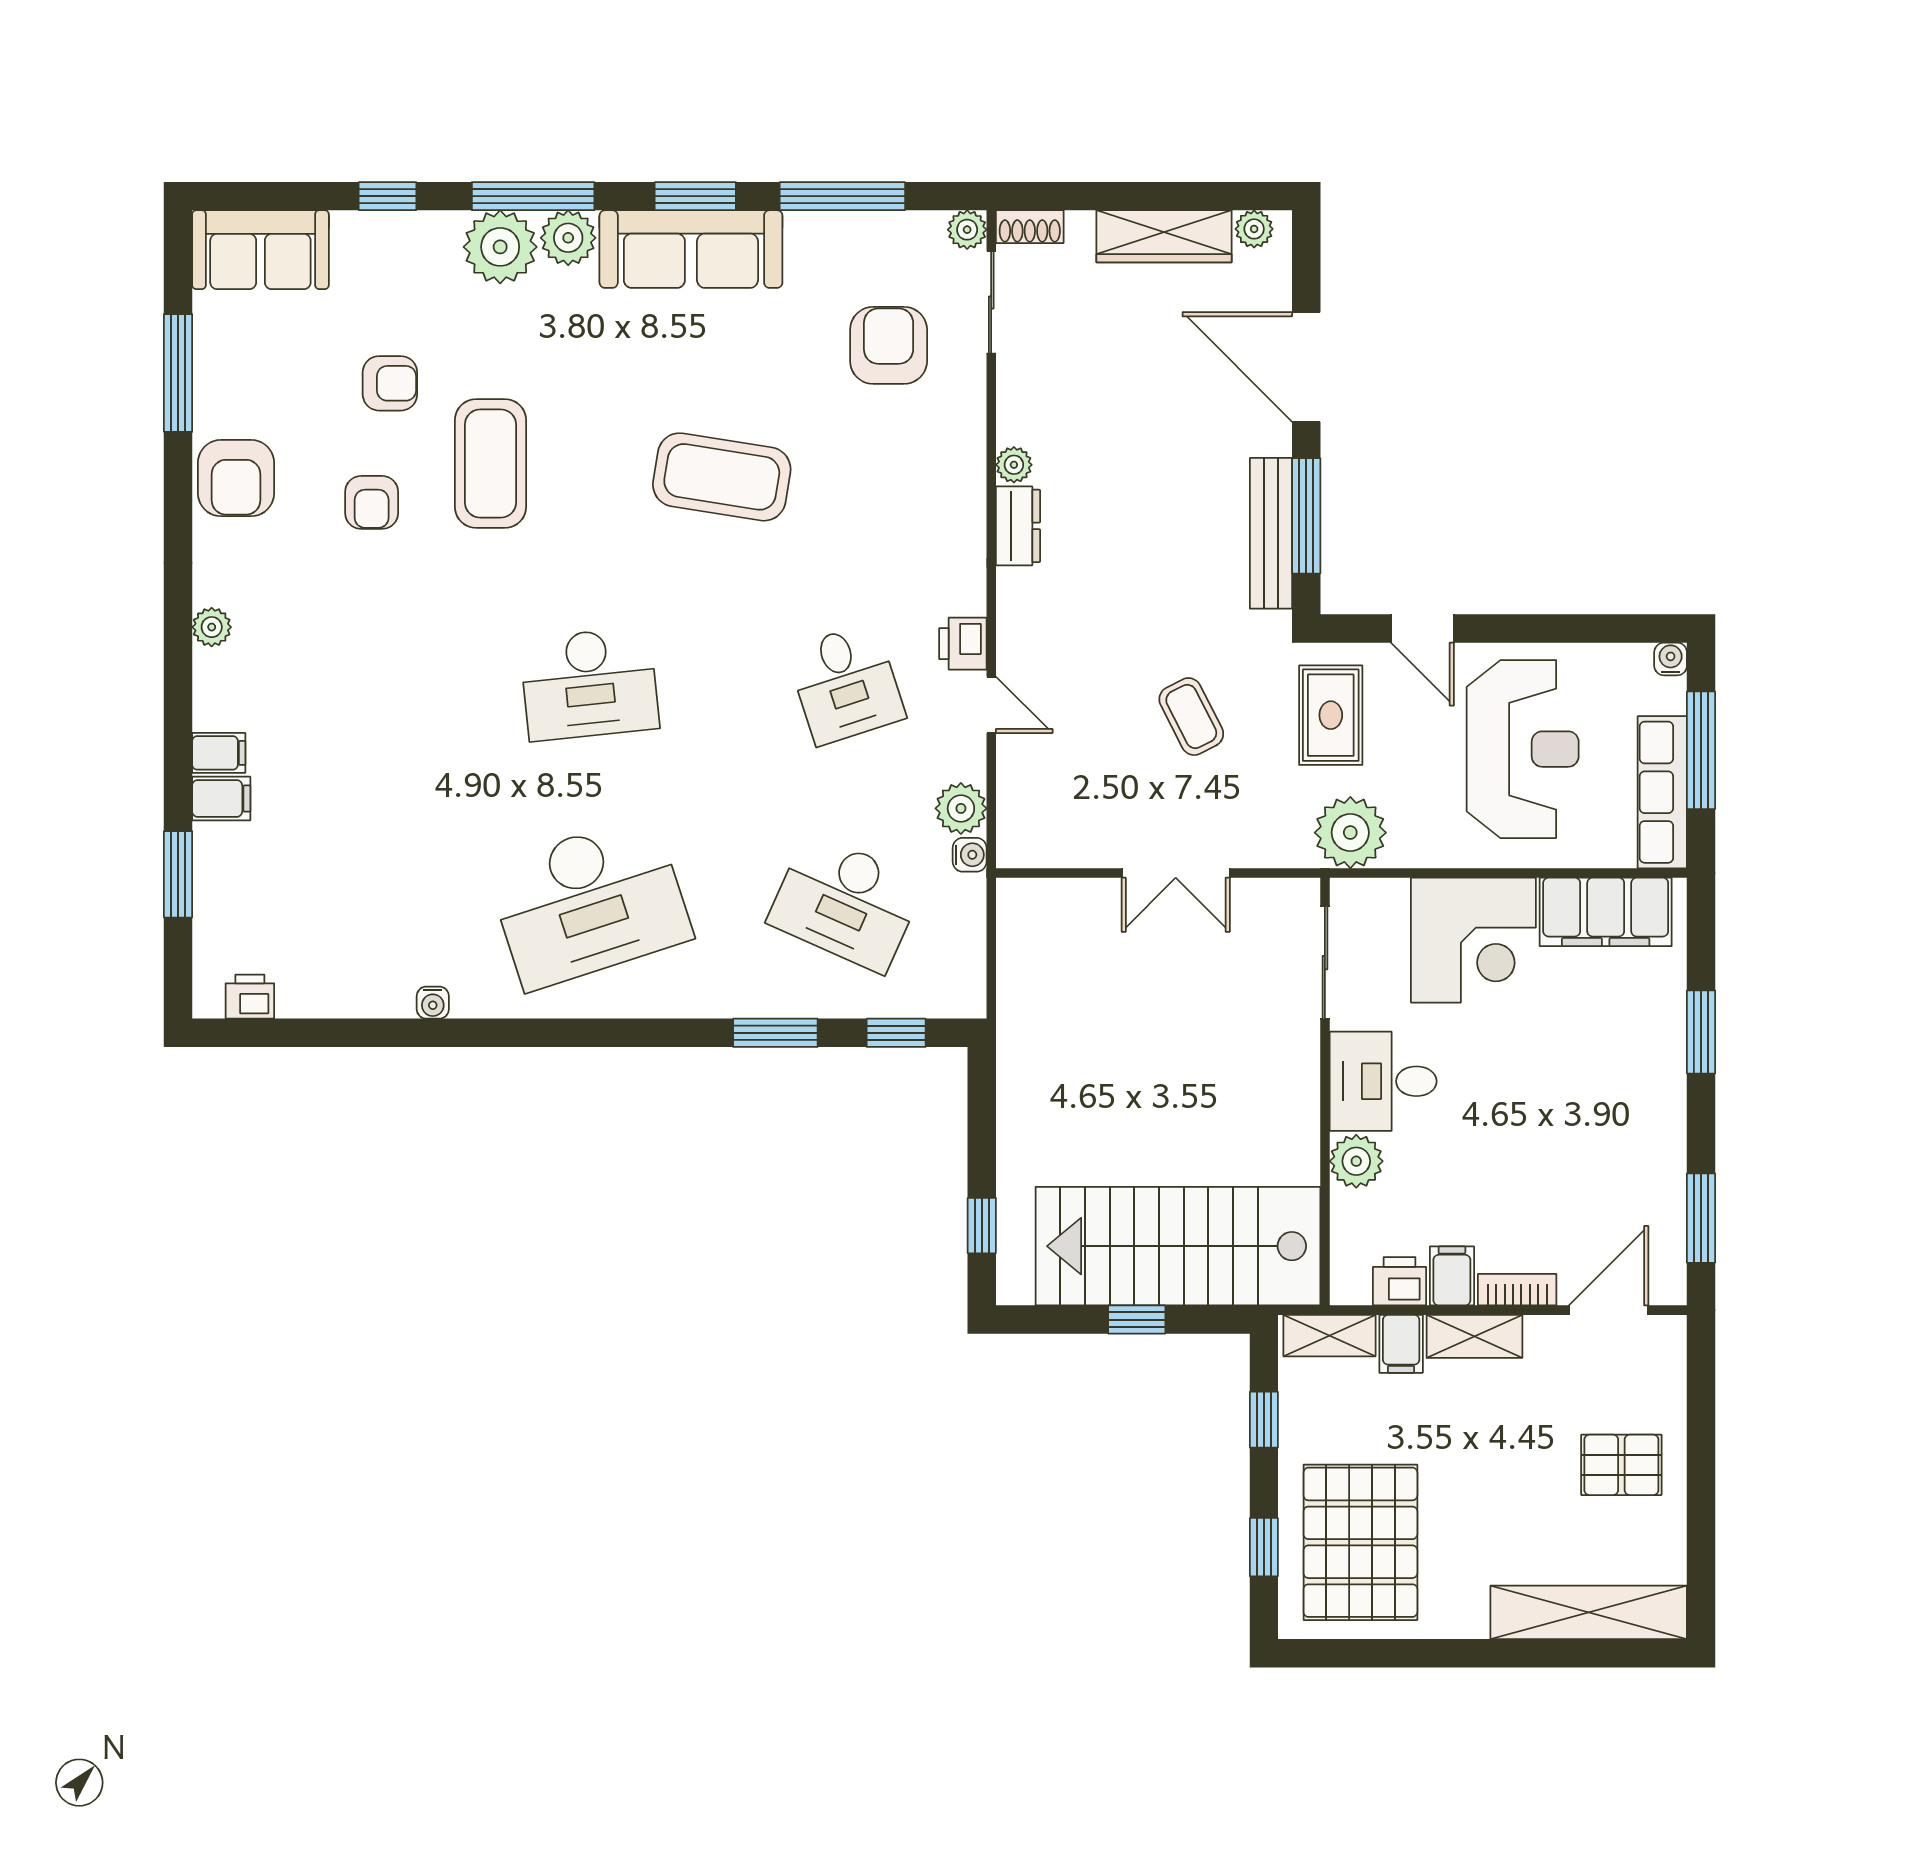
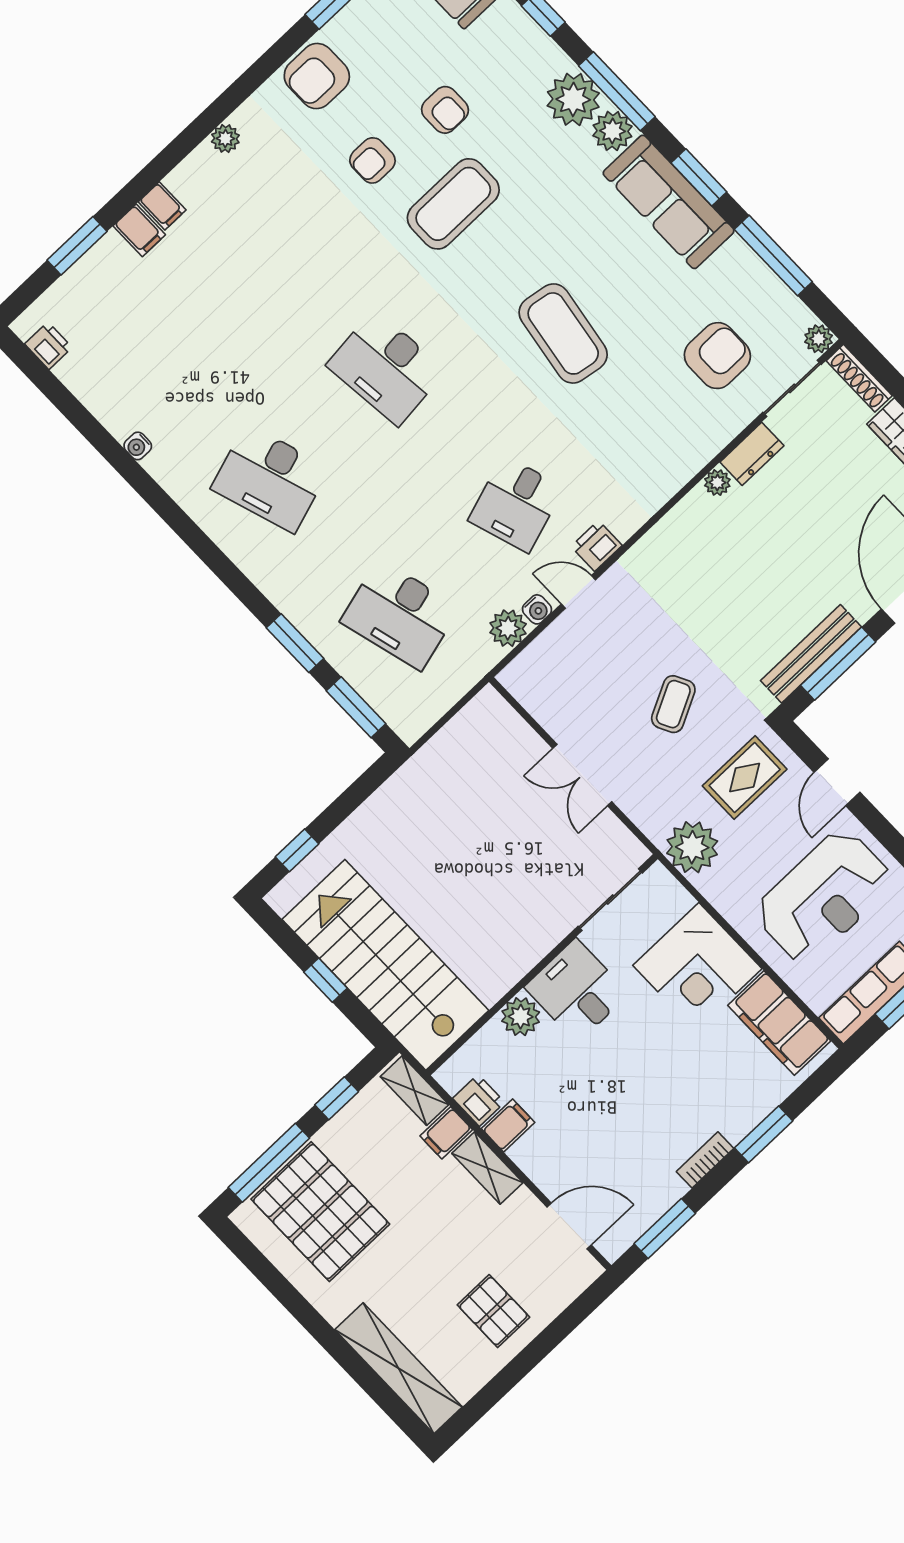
shoe rack: (1030, 227) -> (859, 378), width x1.43
dresser: (1018, 526) -> (752, 454), moved
door: (991, 705) -> (578, 592), swing flipped
water cooler: (970, 855) -> (537, 609), moved
desk: (589, 902) -> (270, 478), width x0.73, depth x0.77
desk: (846, 902) -> (400, 615), turned -39
window: (896, 1033) -> (356, 707), width x1.50
bookcase: (1517, 1290) -> (705, 1160), moved, turned -90
pallet: (1360, 1542) -> (320, 1212), turned 90
window: (1264, 1547) -> (269, 1163), width x2.17

